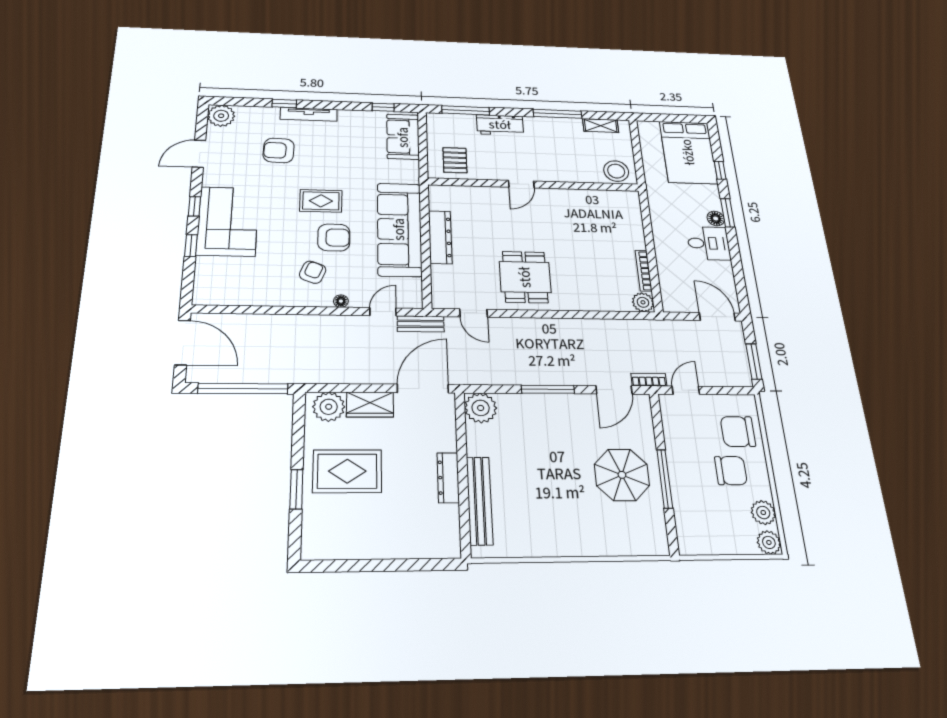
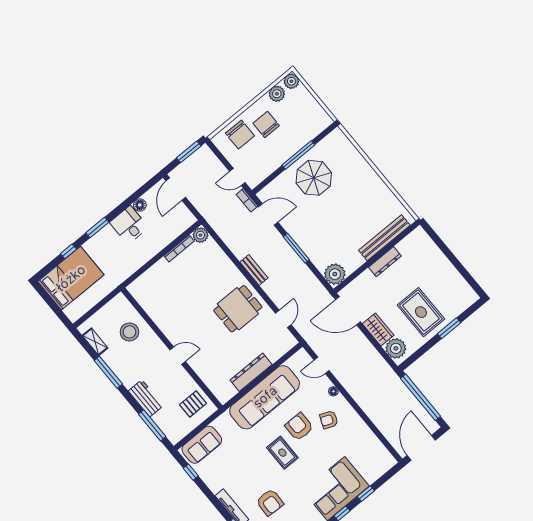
stool: (616, 171) -> (129, 332), moved
floor lamp: (716, 219) -> (140, 205), moved
bench: (421, 324) -> (254, 270), moved

